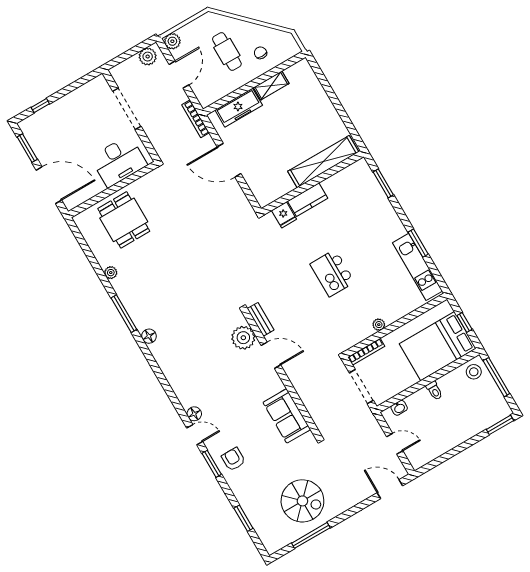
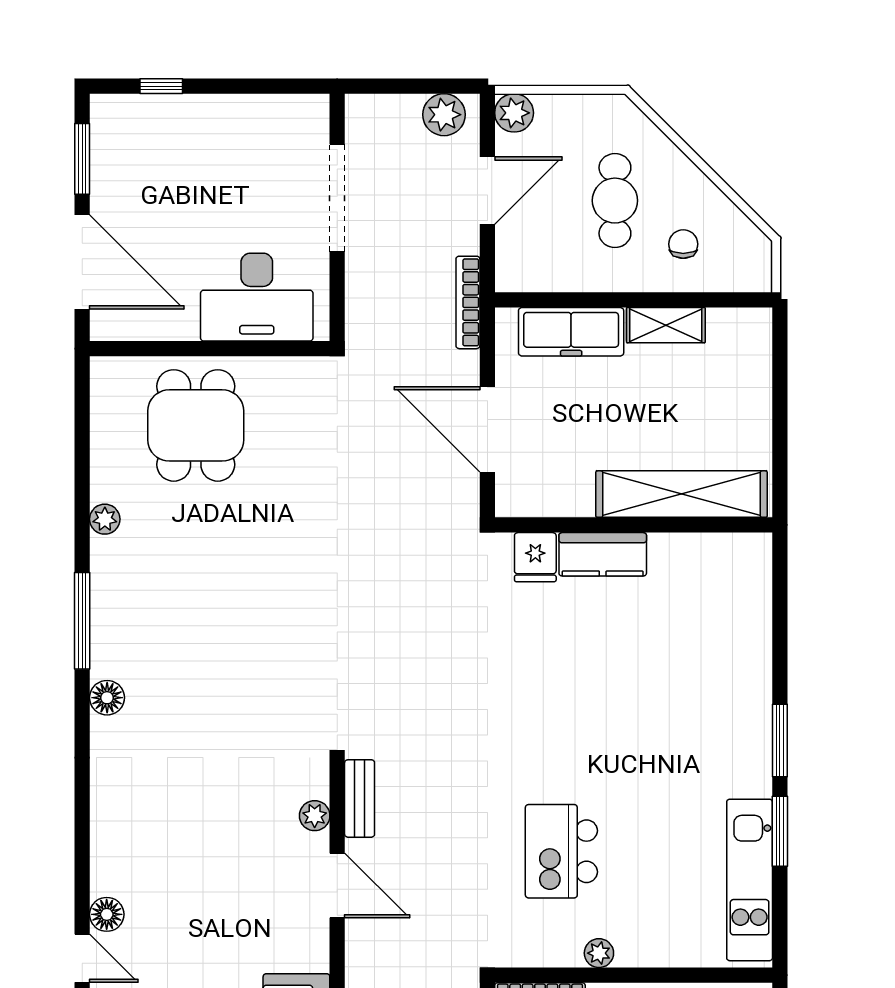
shelving: (323, 162) -> (682, 494), moved
wall: (313, 183) -> (634, 525), moved
window: (383, 183) -> (780, 741), moved
kitchen counter: (308, 200) -> (603, 554), moved
fridge: (284, 215) -> (535, 557), moved
kitchen island: (332, 273) -> (561, 851), moved
plant: (243, 338) -> (315, 816), width x0.53, depth x0.53

